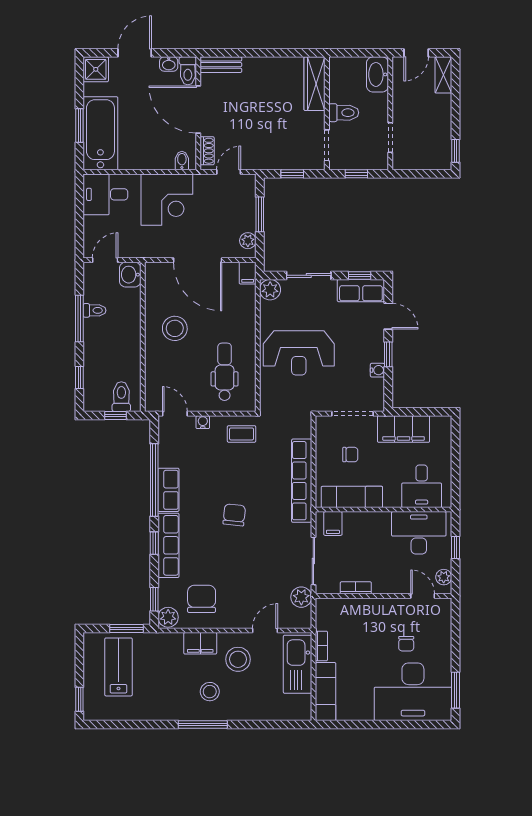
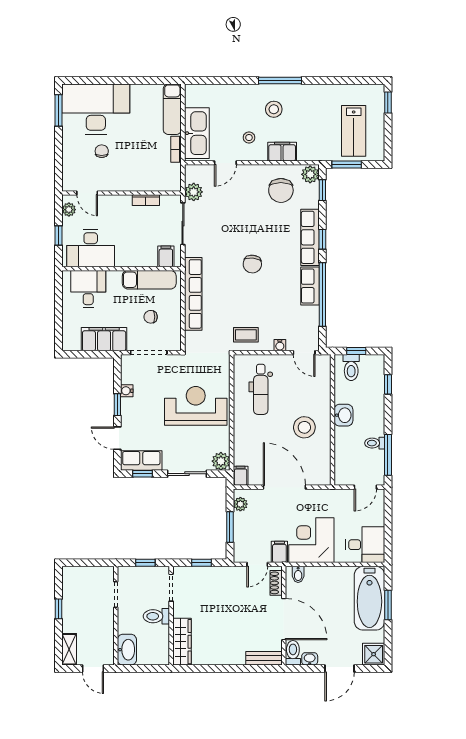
door: (416, 53) -> (93, 669), swing flipped
window: (455, 151) -> (59, 609), moved
filing cabinet: (203, 186) -> (279, 552), added
washbasin: (130, 275) -> (343, 415), moved
window: (79, 319) -> (388, 455), moved
stool: (238, 659) -> (249, 138), width x0.53, depth x0.53

